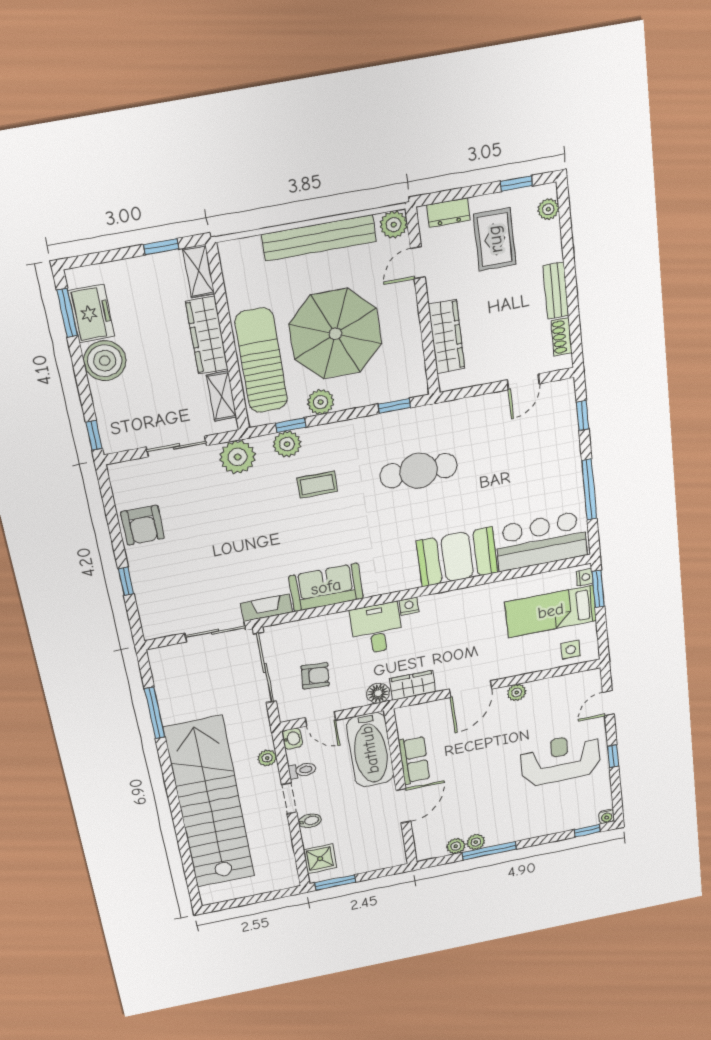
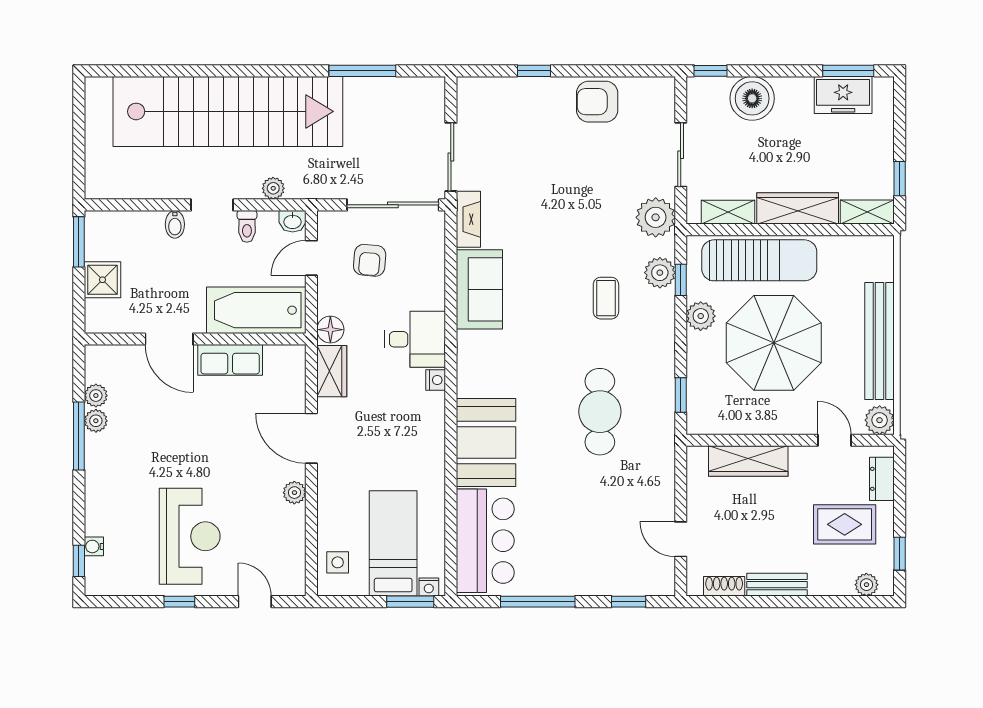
boiler: (105, 361) -> (752, 98), moved
water cooler: (607, 817) -> (94, 546), moved
shower: (320, 859) -> (102, 280), moved

